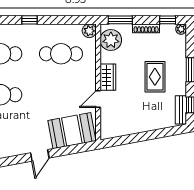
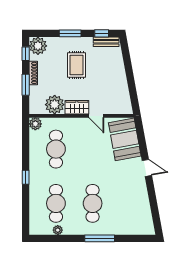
window: (120, 20) -> (26, 85), moved
plant: (181, 29) -> (38, 46), width x1.88, depth x1.88
plant: (111, 40) -> (55, 105), moved
rug: (155, 77) -> (77, 65), turned 90

